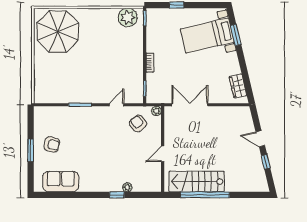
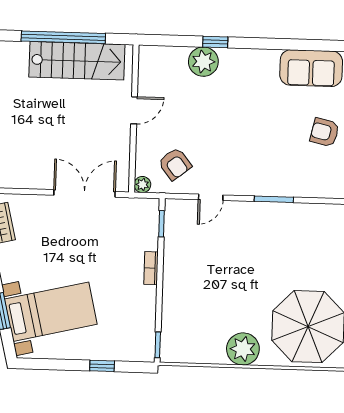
plant: (128, 17) -> (243, 349), moved
double door: (190, 105) -> (85, 193), swing flipped
plant: (127, 187) -> (203, 62), width x1.88, depth x1.88

